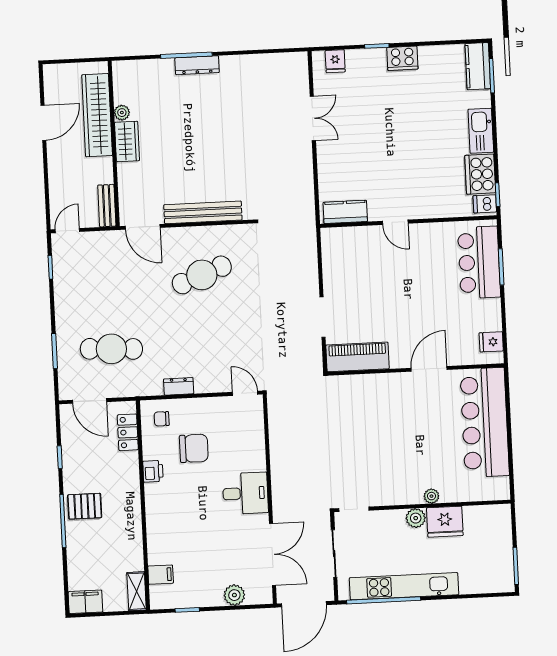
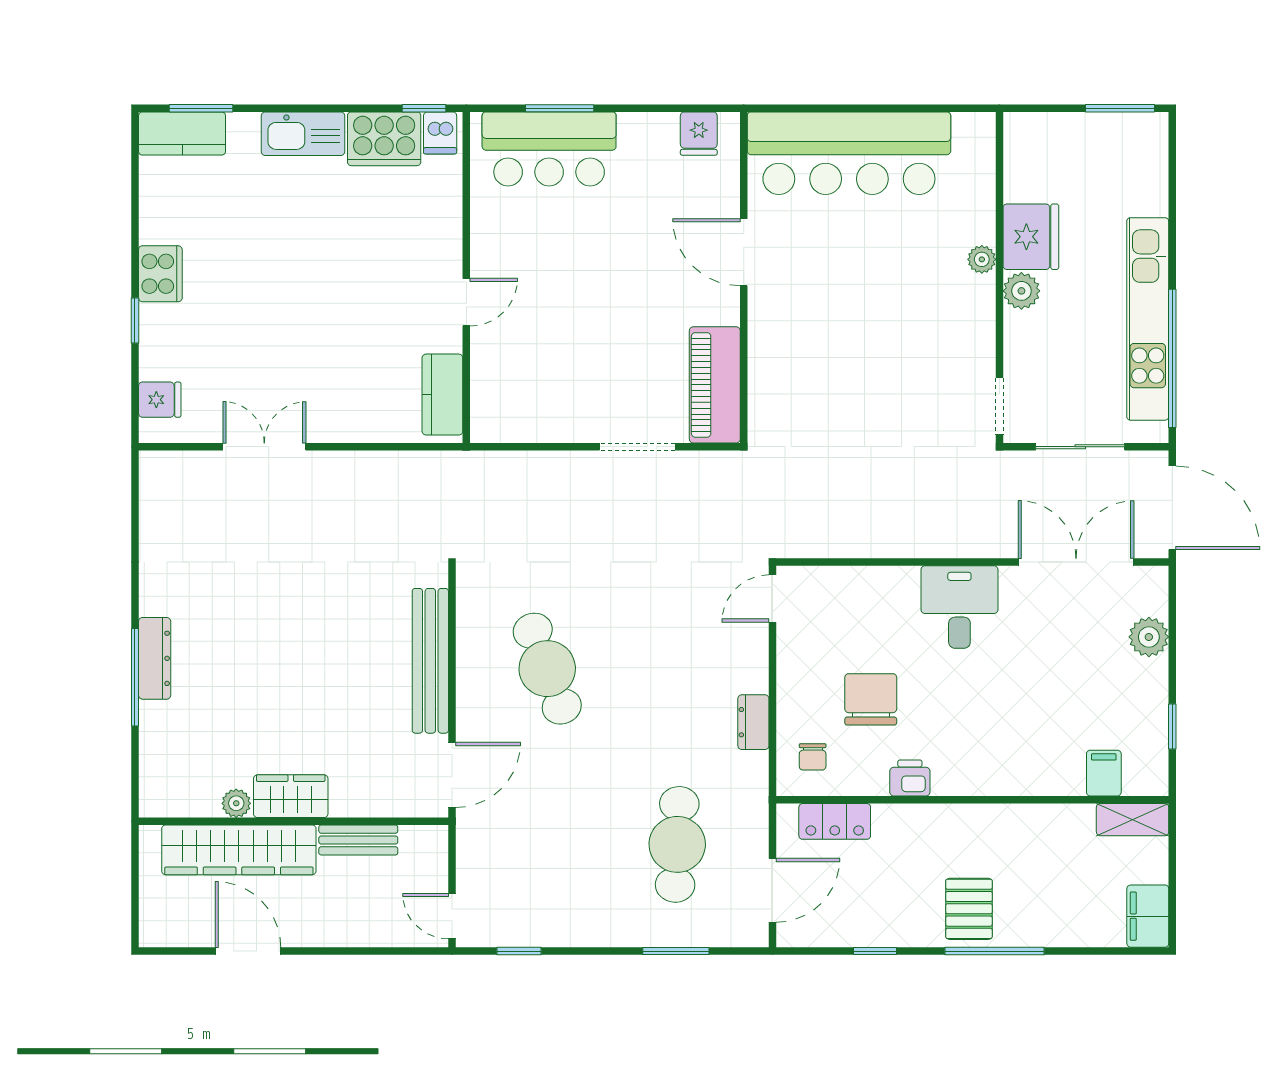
bench: (107, 206) -> (358, 840), moved

